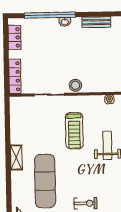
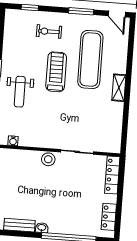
washbasin: (65, 22) -> (42, 228), moved
treadmill: (74, 131) -> (56, 72), moved

